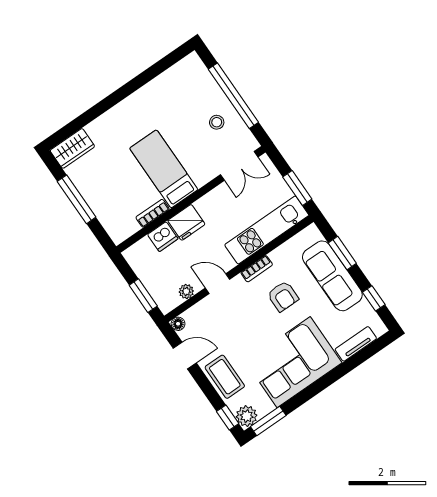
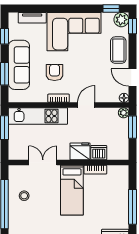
double door: (239, 166) -> (43, 163), moved
door: (218, 284) -> (86, 105), swing flipped
plant: (186, 291) -> (124, 113), moved
window: (268, 421) -> (111, 8), width x0.67

